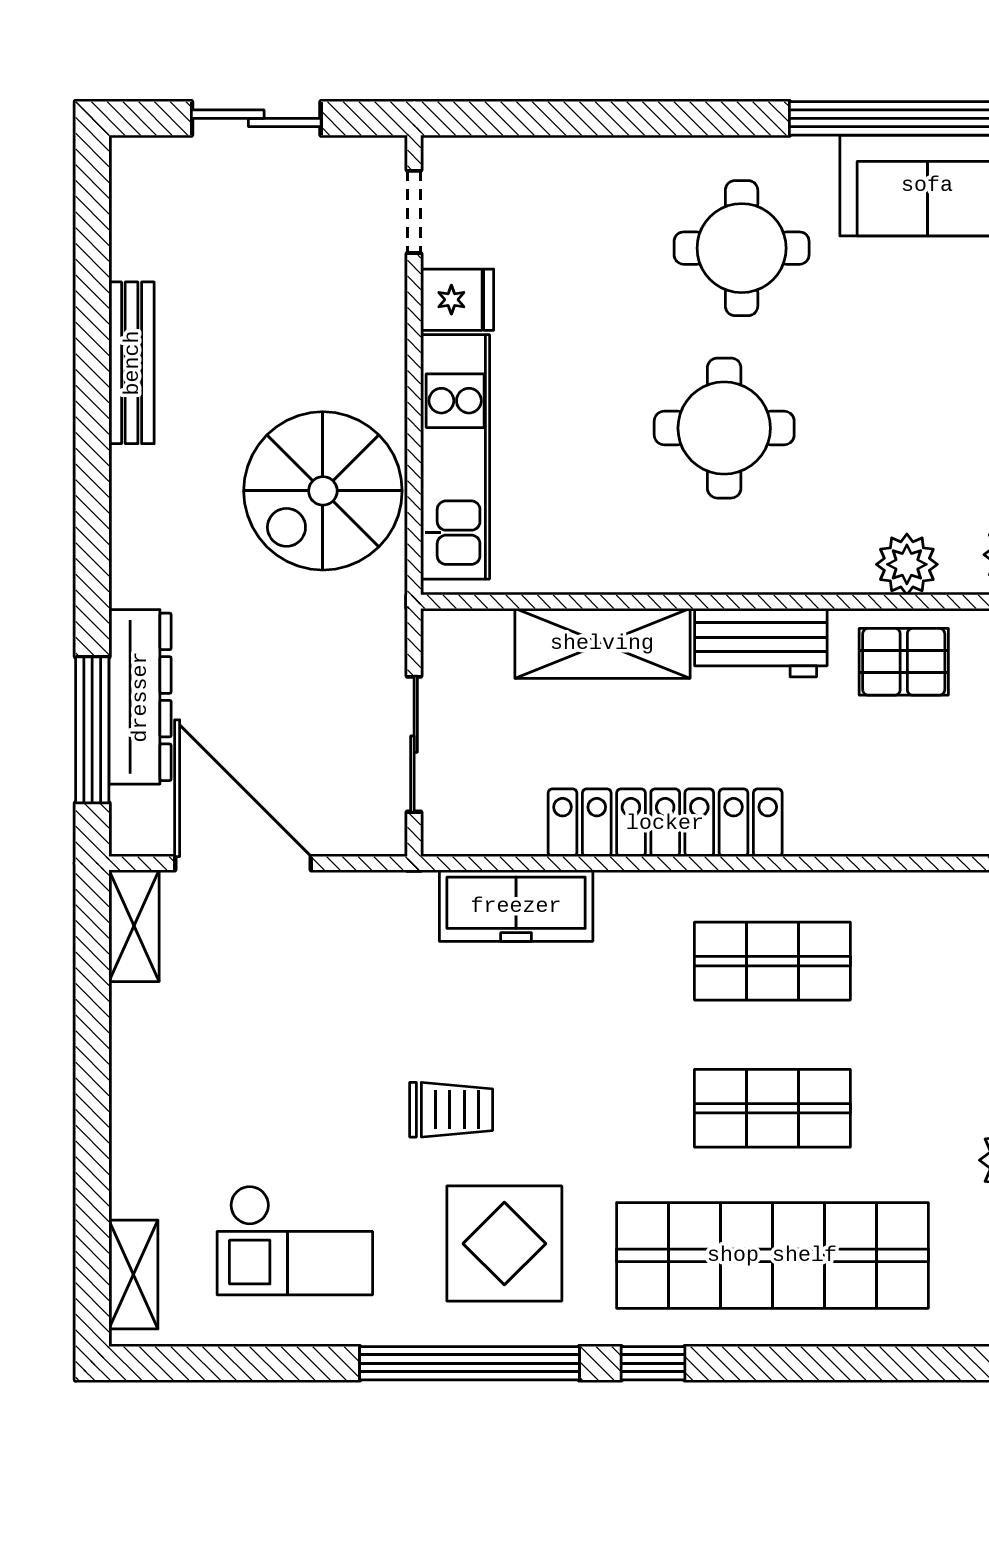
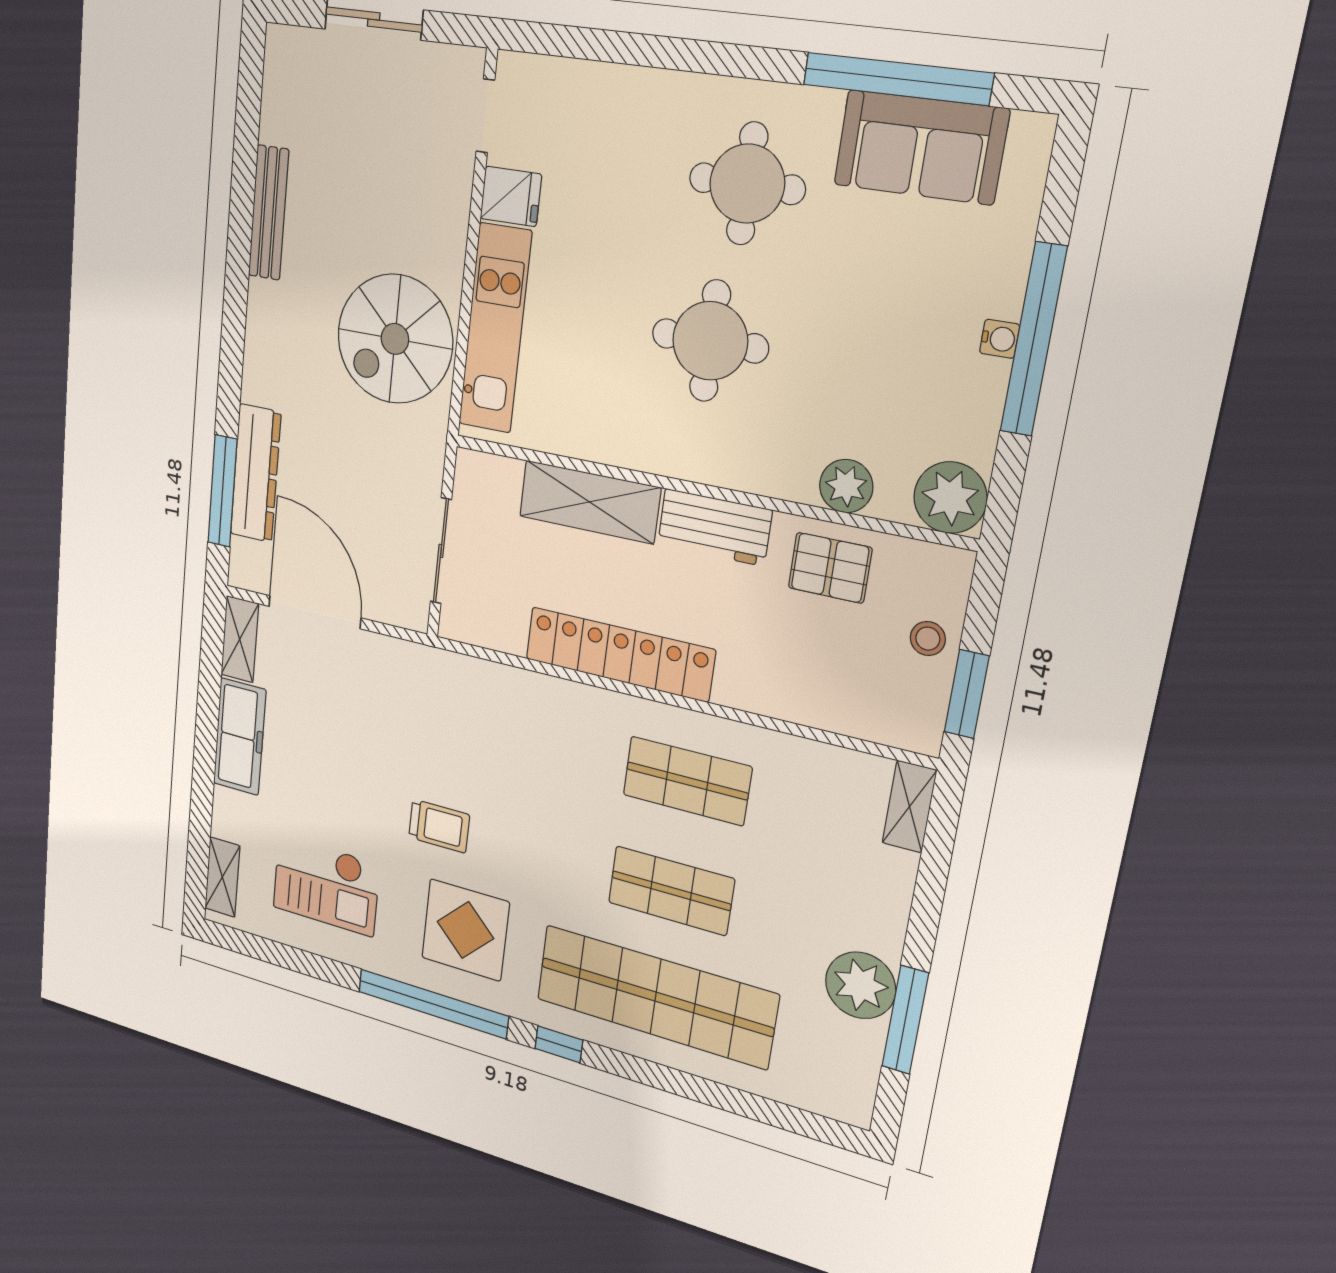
freezer: (516, 906) -> (240, 737), moved, turned -90

